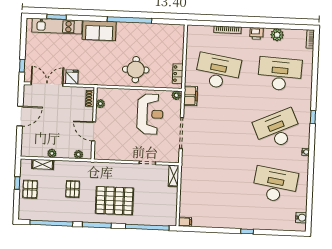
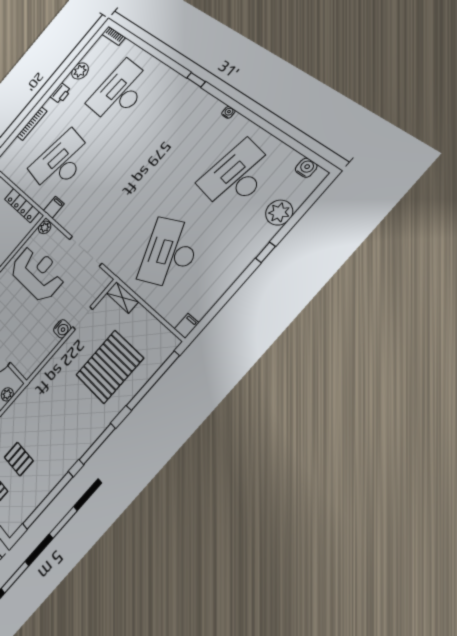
locker: (178, 74) -> (22, 206), width x1.53
filing cabinet: (191, 96) -> (54, 207), width x0.50
desk: (277, 129) -> (170, 253), moved
water cooler: (134, 156) -> (62, 329), added
pallet: (73, 189) -> (19, 459), moved
pallet: (114, 201) -> (109, 367), moved
plant: (271, 222) -> (279, 213), added

